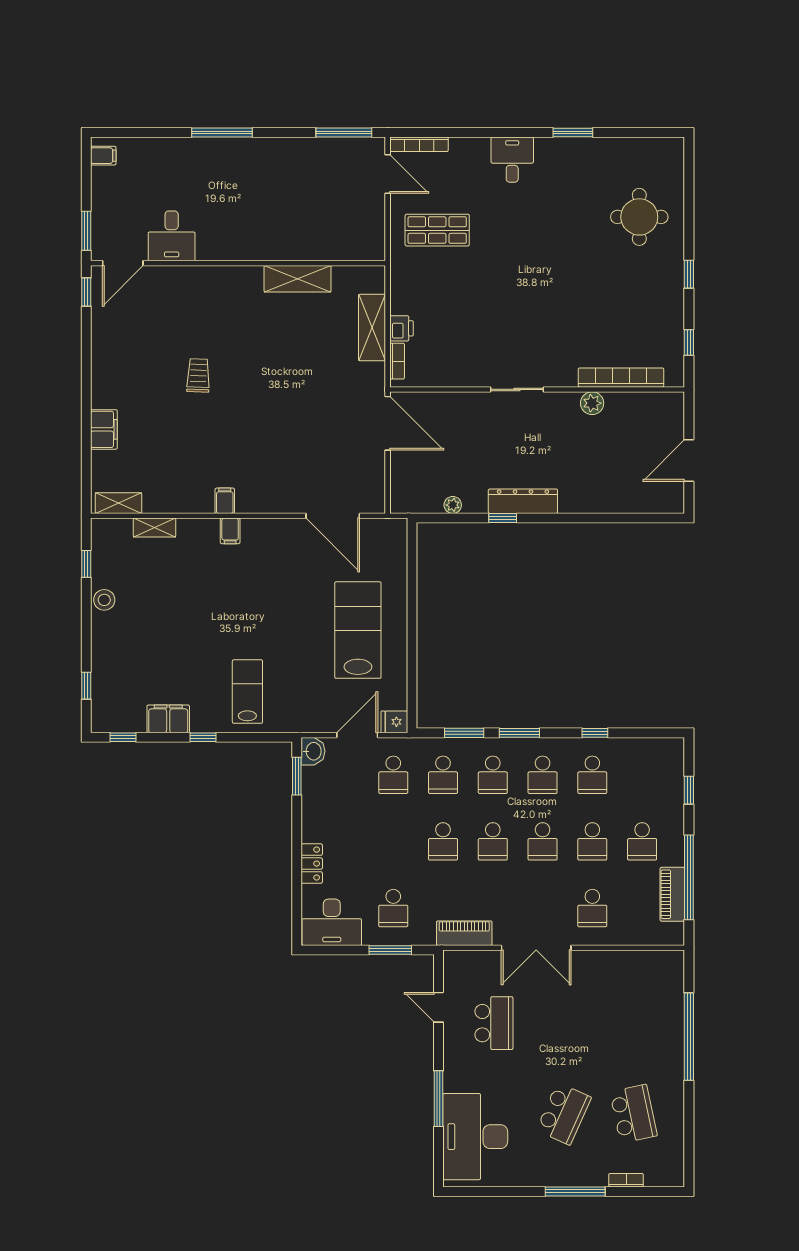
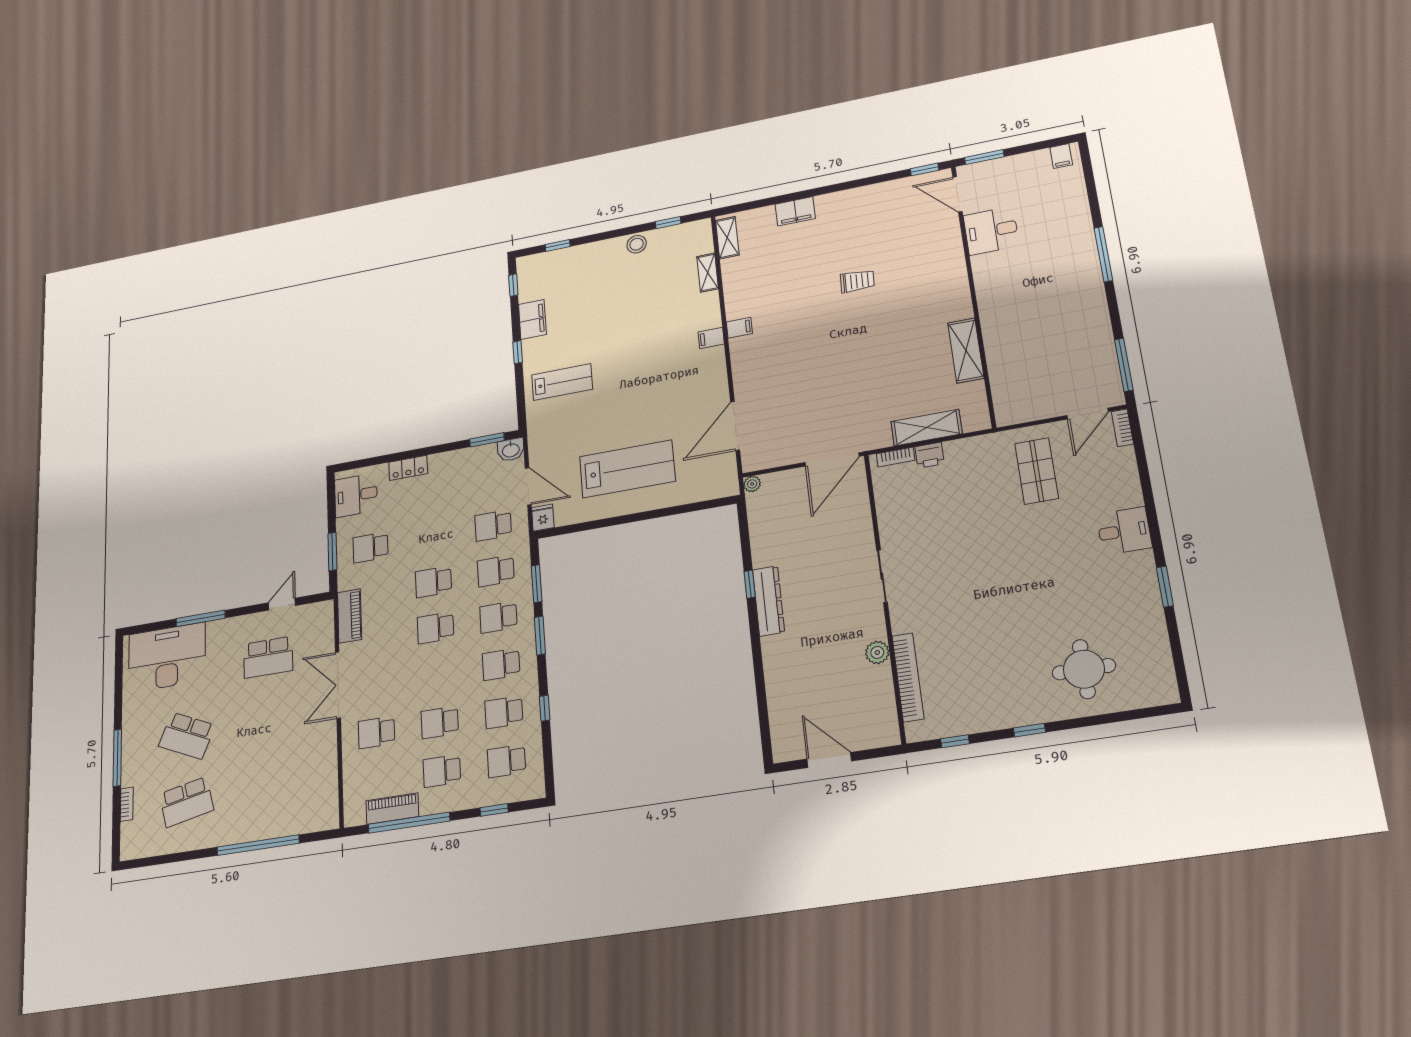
bookcase: (419, 144) -> (1122, 428), width x0.64
plant: (453, 505) -> (752, 484), moved
school desk: (543, 841) -> (507, 761), moved
desk: (332, 922) -> (356, 495), width x0.73

